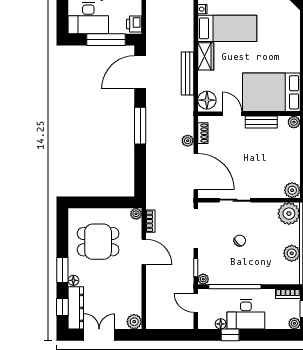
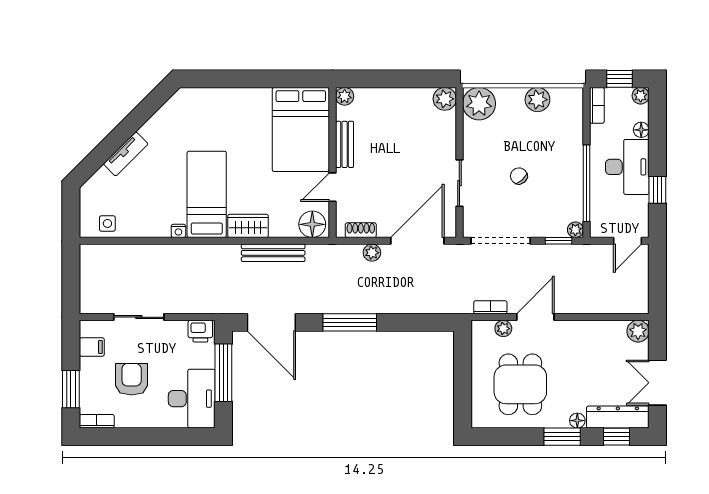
plant: (136, 214) -> (503, 329), moved
door: (196, 303) -> (628, 241), moved
floor lamp: (221, 324) -> (641, 130), moved

